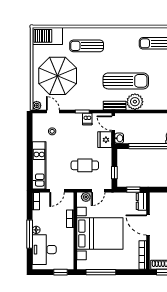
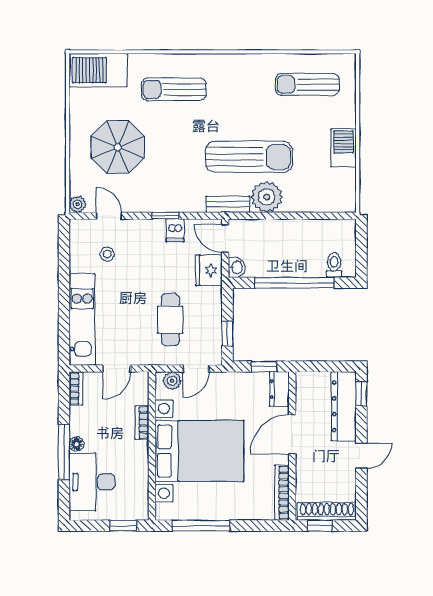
parasol: (58, 76) -> (118, 147), width x0.73, depth x0.73
cafe table: (85, 165) -> (170, 320), turned 90
door: (148, 225) -> (292, 434), hinge flipped

